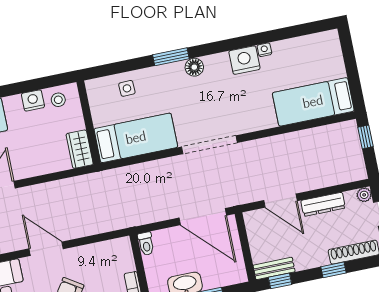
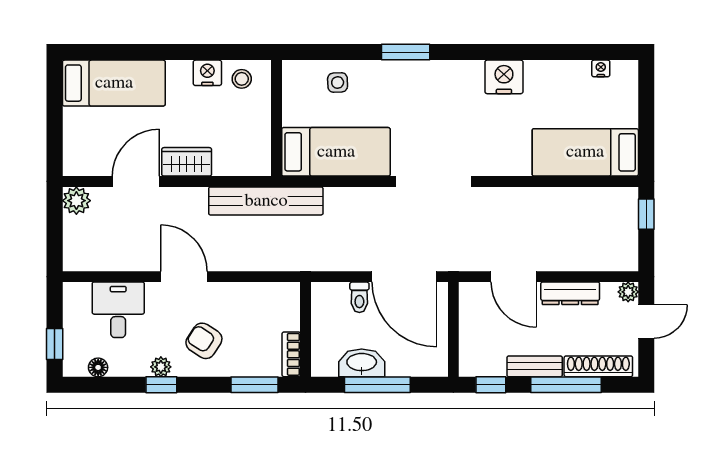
nightstand: (264, 50) -> (601, 68), moved
floor lamp: (194, 67) -> (434, 72), removed
wardrobe: (80, 149) -> (187, 162), moved, turned 90
bench: (93, 183) -> (266, 201), added
toilet: (146, 244) -> (359, 297), moved
bench: (274, 268) -> (535, 366), moved
window: (333, 270) -> (566, 385), width x2.17

